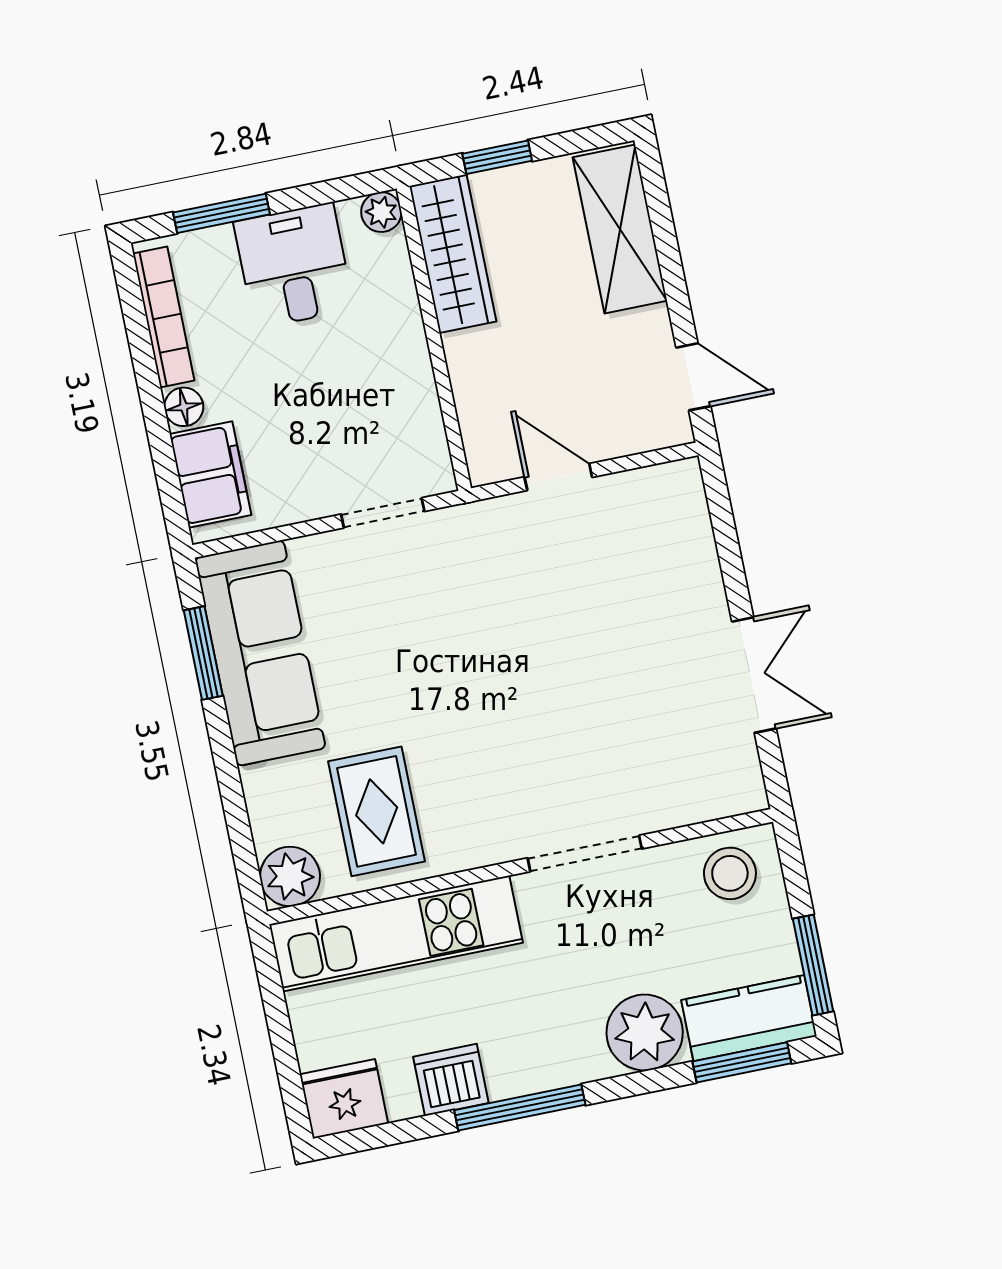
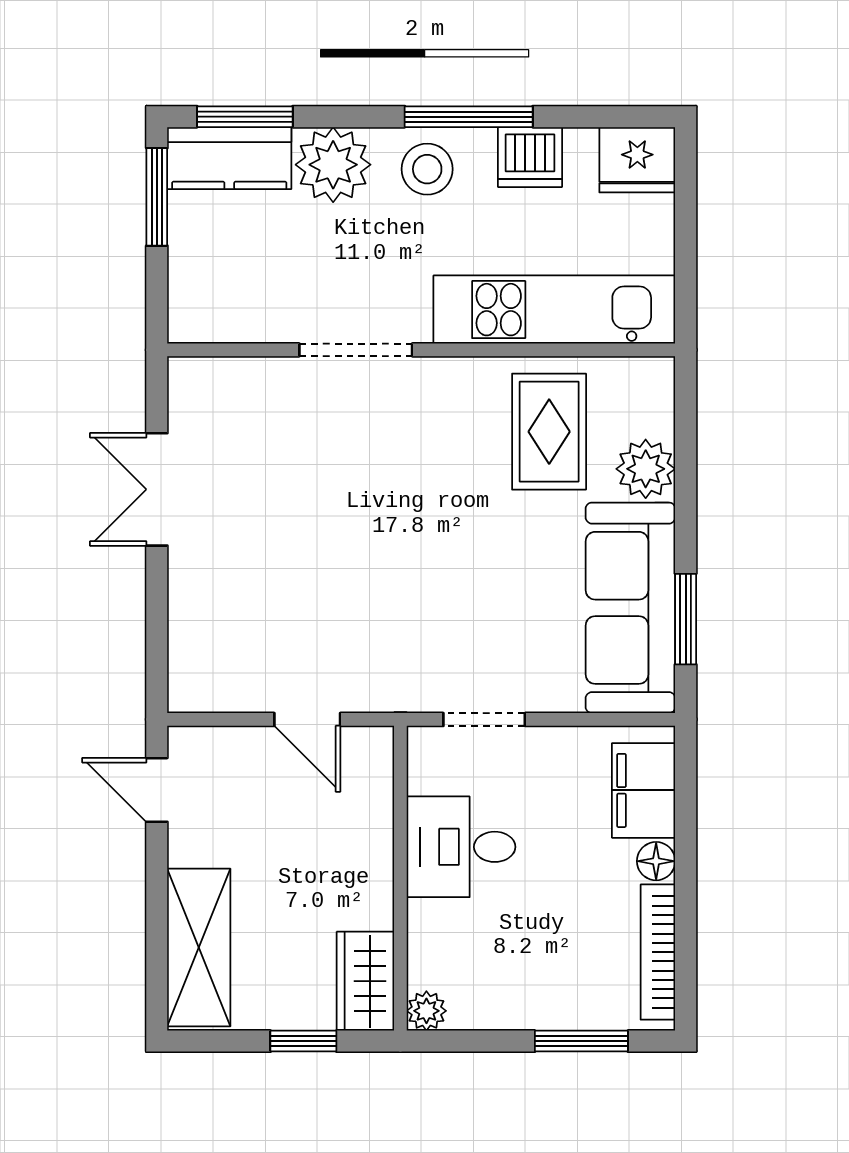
wardrobe: (453, 254) -> (365, 981), width x0.67
desk: (294, 266) -> (461, 847), moved, turned 90
stool: (730, 873) -> (427, 169), moved
plant: (290, 876) -> (646, 469), moved

